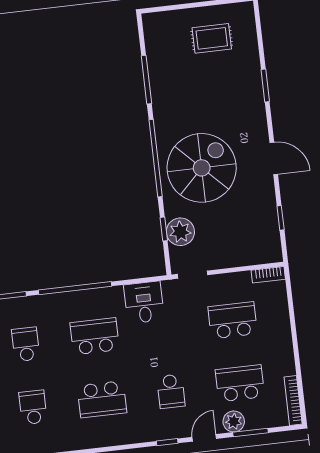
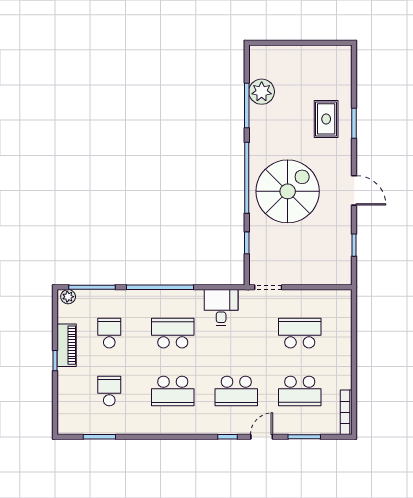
rug: (212, 38) -> (326, 119), moved, turned 90
plant: (180, 232) -> (262, 92), moved
bookcase: (268, 275) -> (337, 295), removed
school desk: (240, 383) -> (300, 391), turned 180
school desk: (171, 391) -> (236, 391), width x1.85
plant: (234, 421) -> (290, 425), removed

